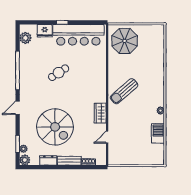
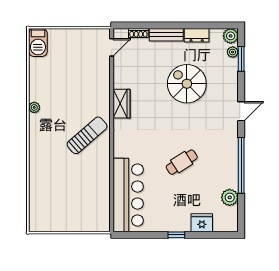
bar counter: (78, 35) -> (128, 195), moved, turned 90
plant: (25, 38) -> (230, 197), moved
parasol: (125, 41) -> (86, 208), removed
spiral stairs: (55, 127) -> (187, 84), width x0.73, depth x0.73
barbecue: (158, 133) -> (38, 42), moved
door: (107, 137) -> (112, 47), moved

